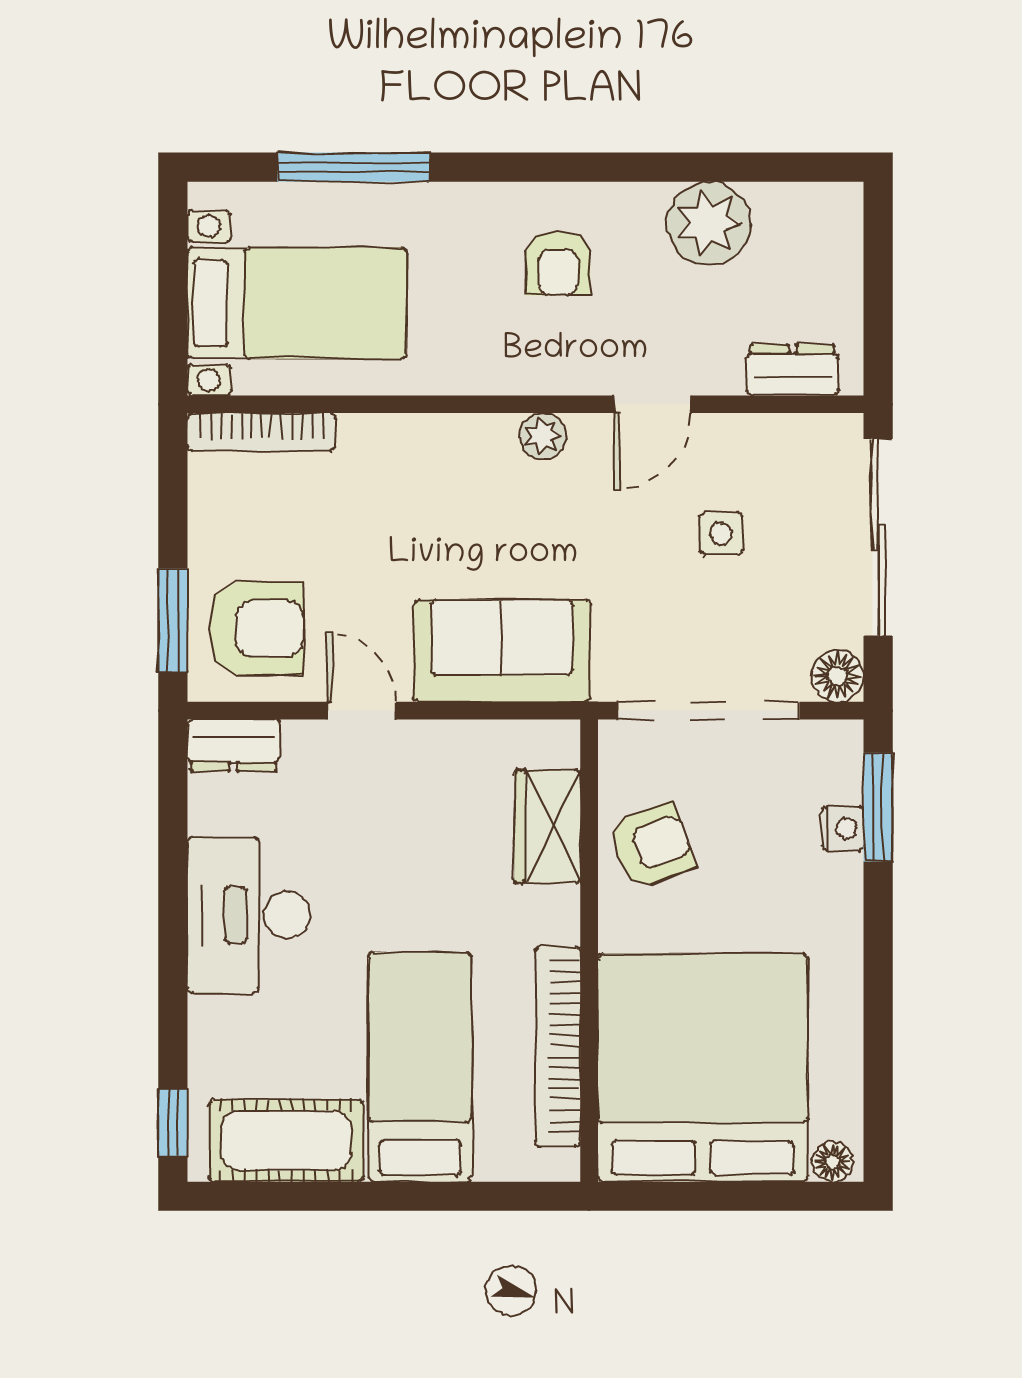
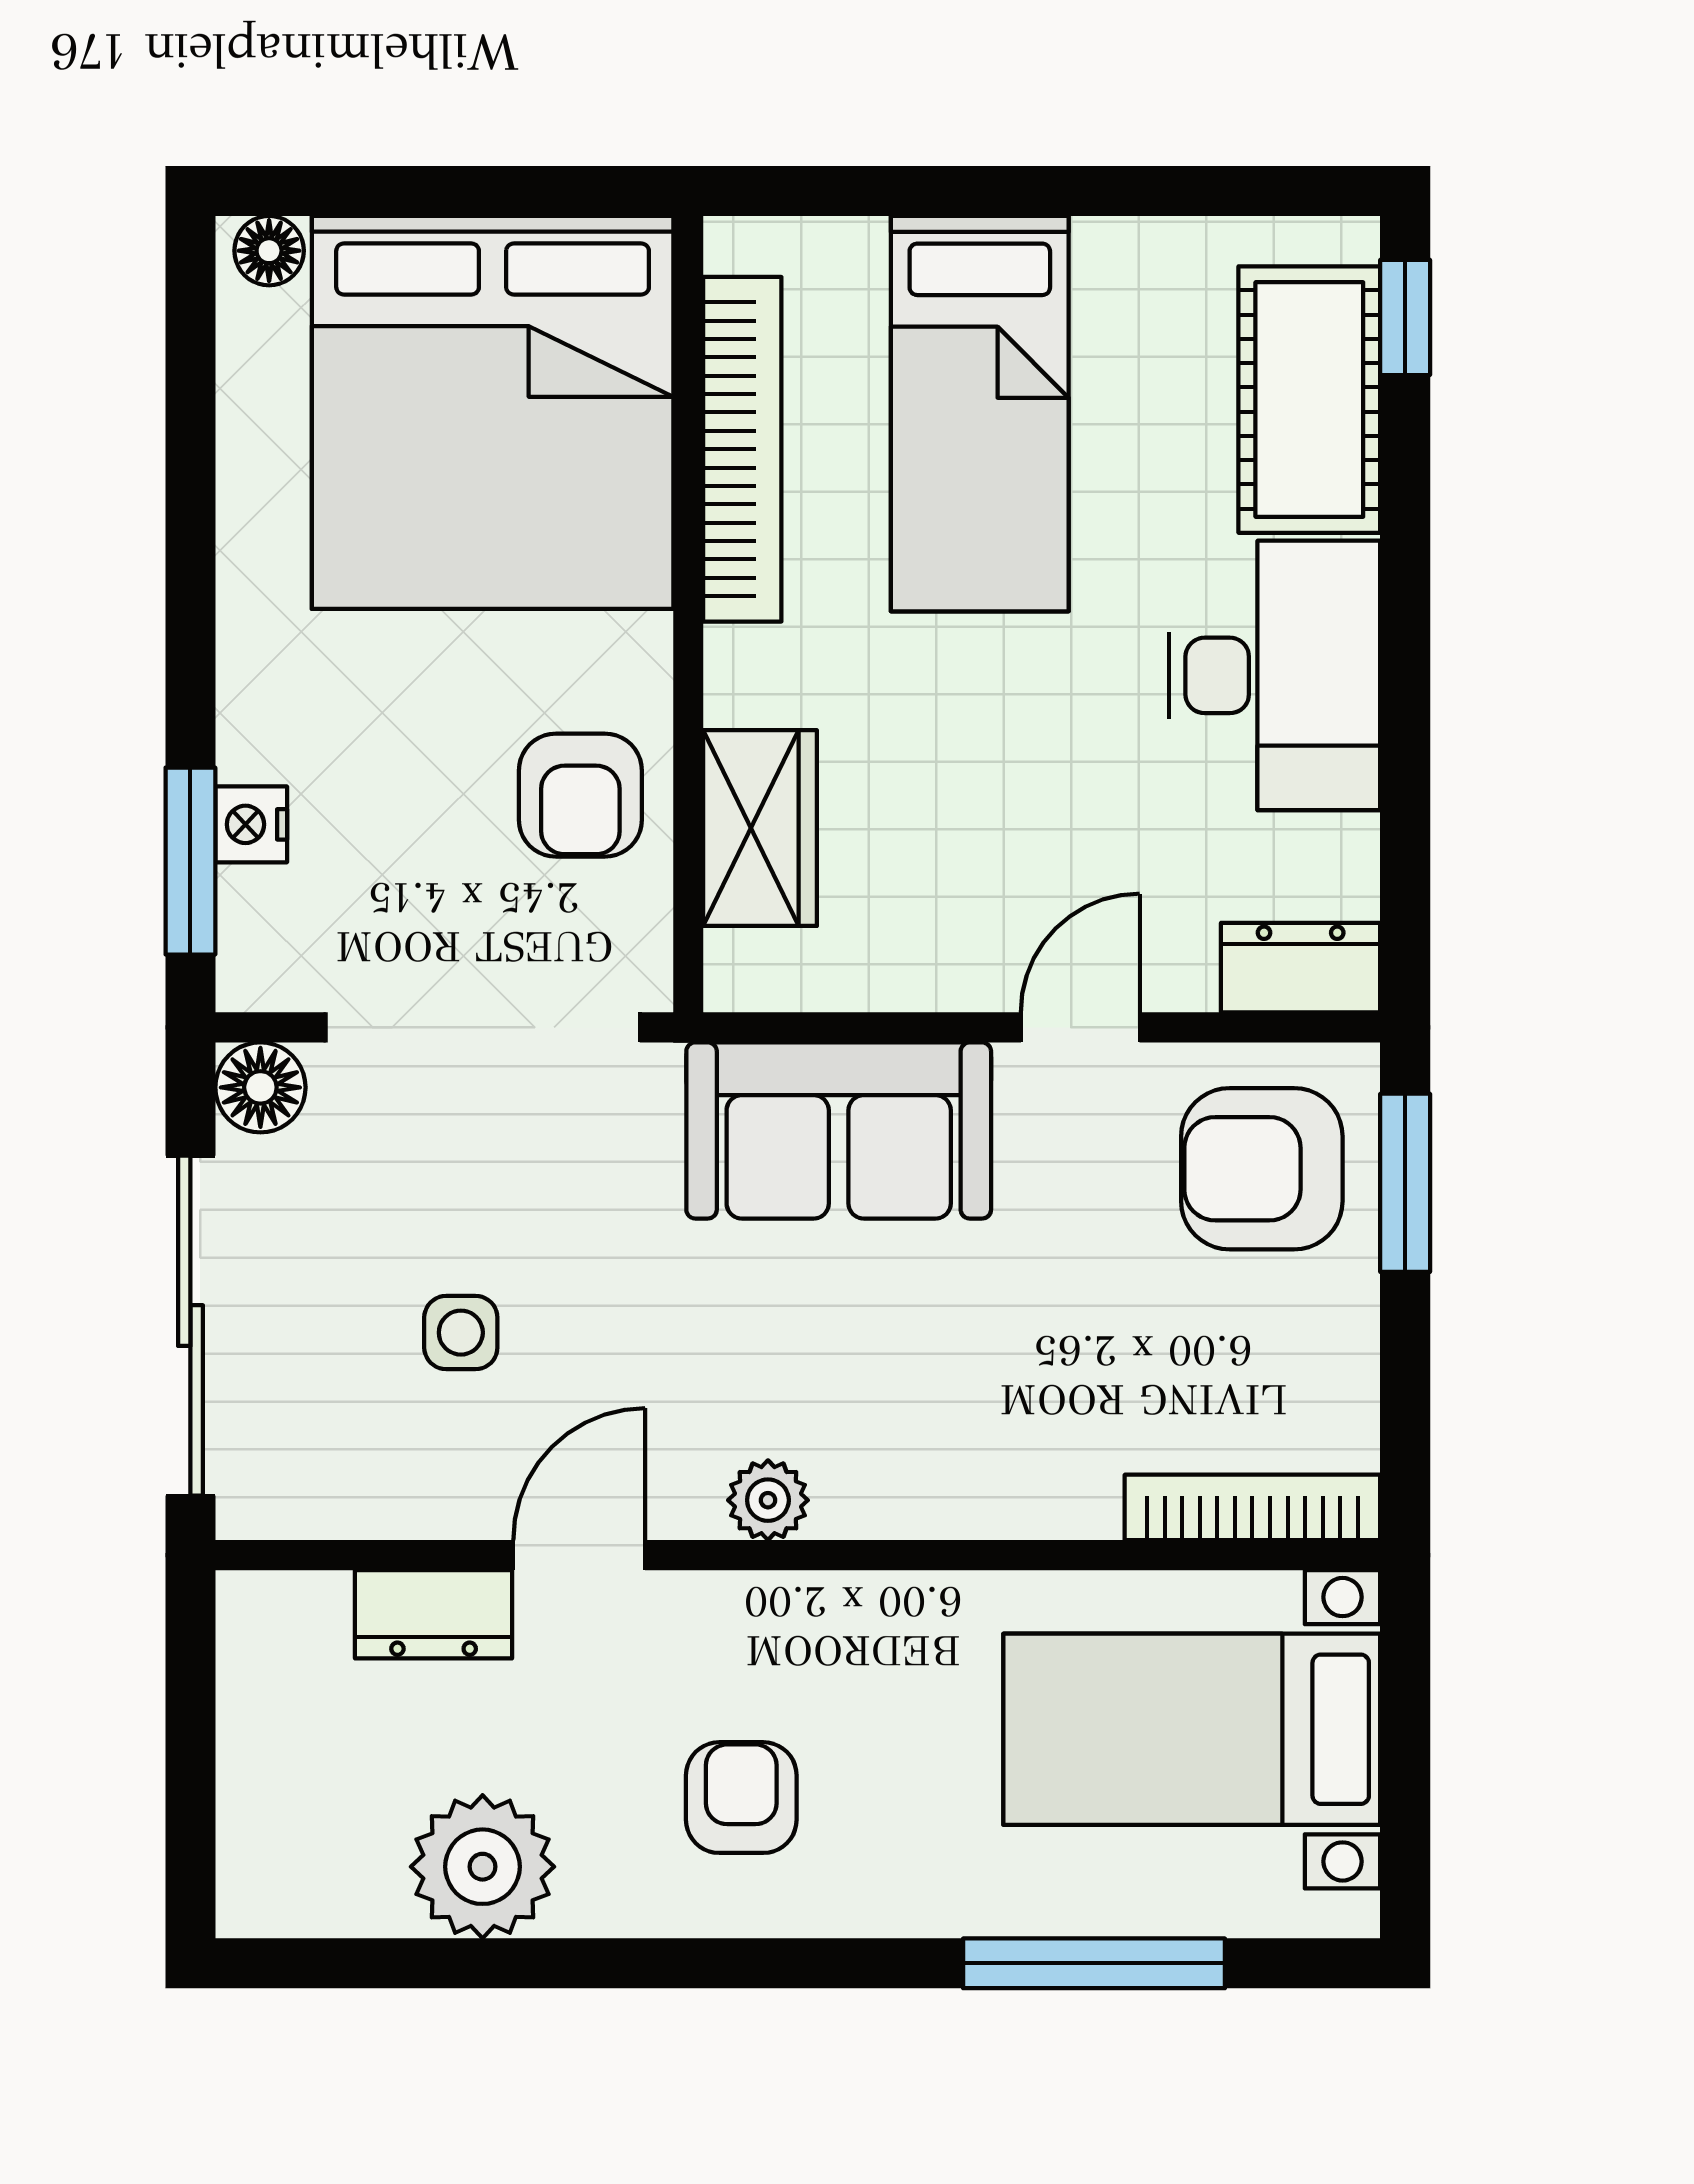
dresser: (793, 370) -> (434, 1614), moved
door: (362, 711) -> (1080, 1027), swing flipped
armchair: (652, 845) -> (580, 795), turned -70
cot: (286, 1141) -> (1309, 400), moved, turned 90

